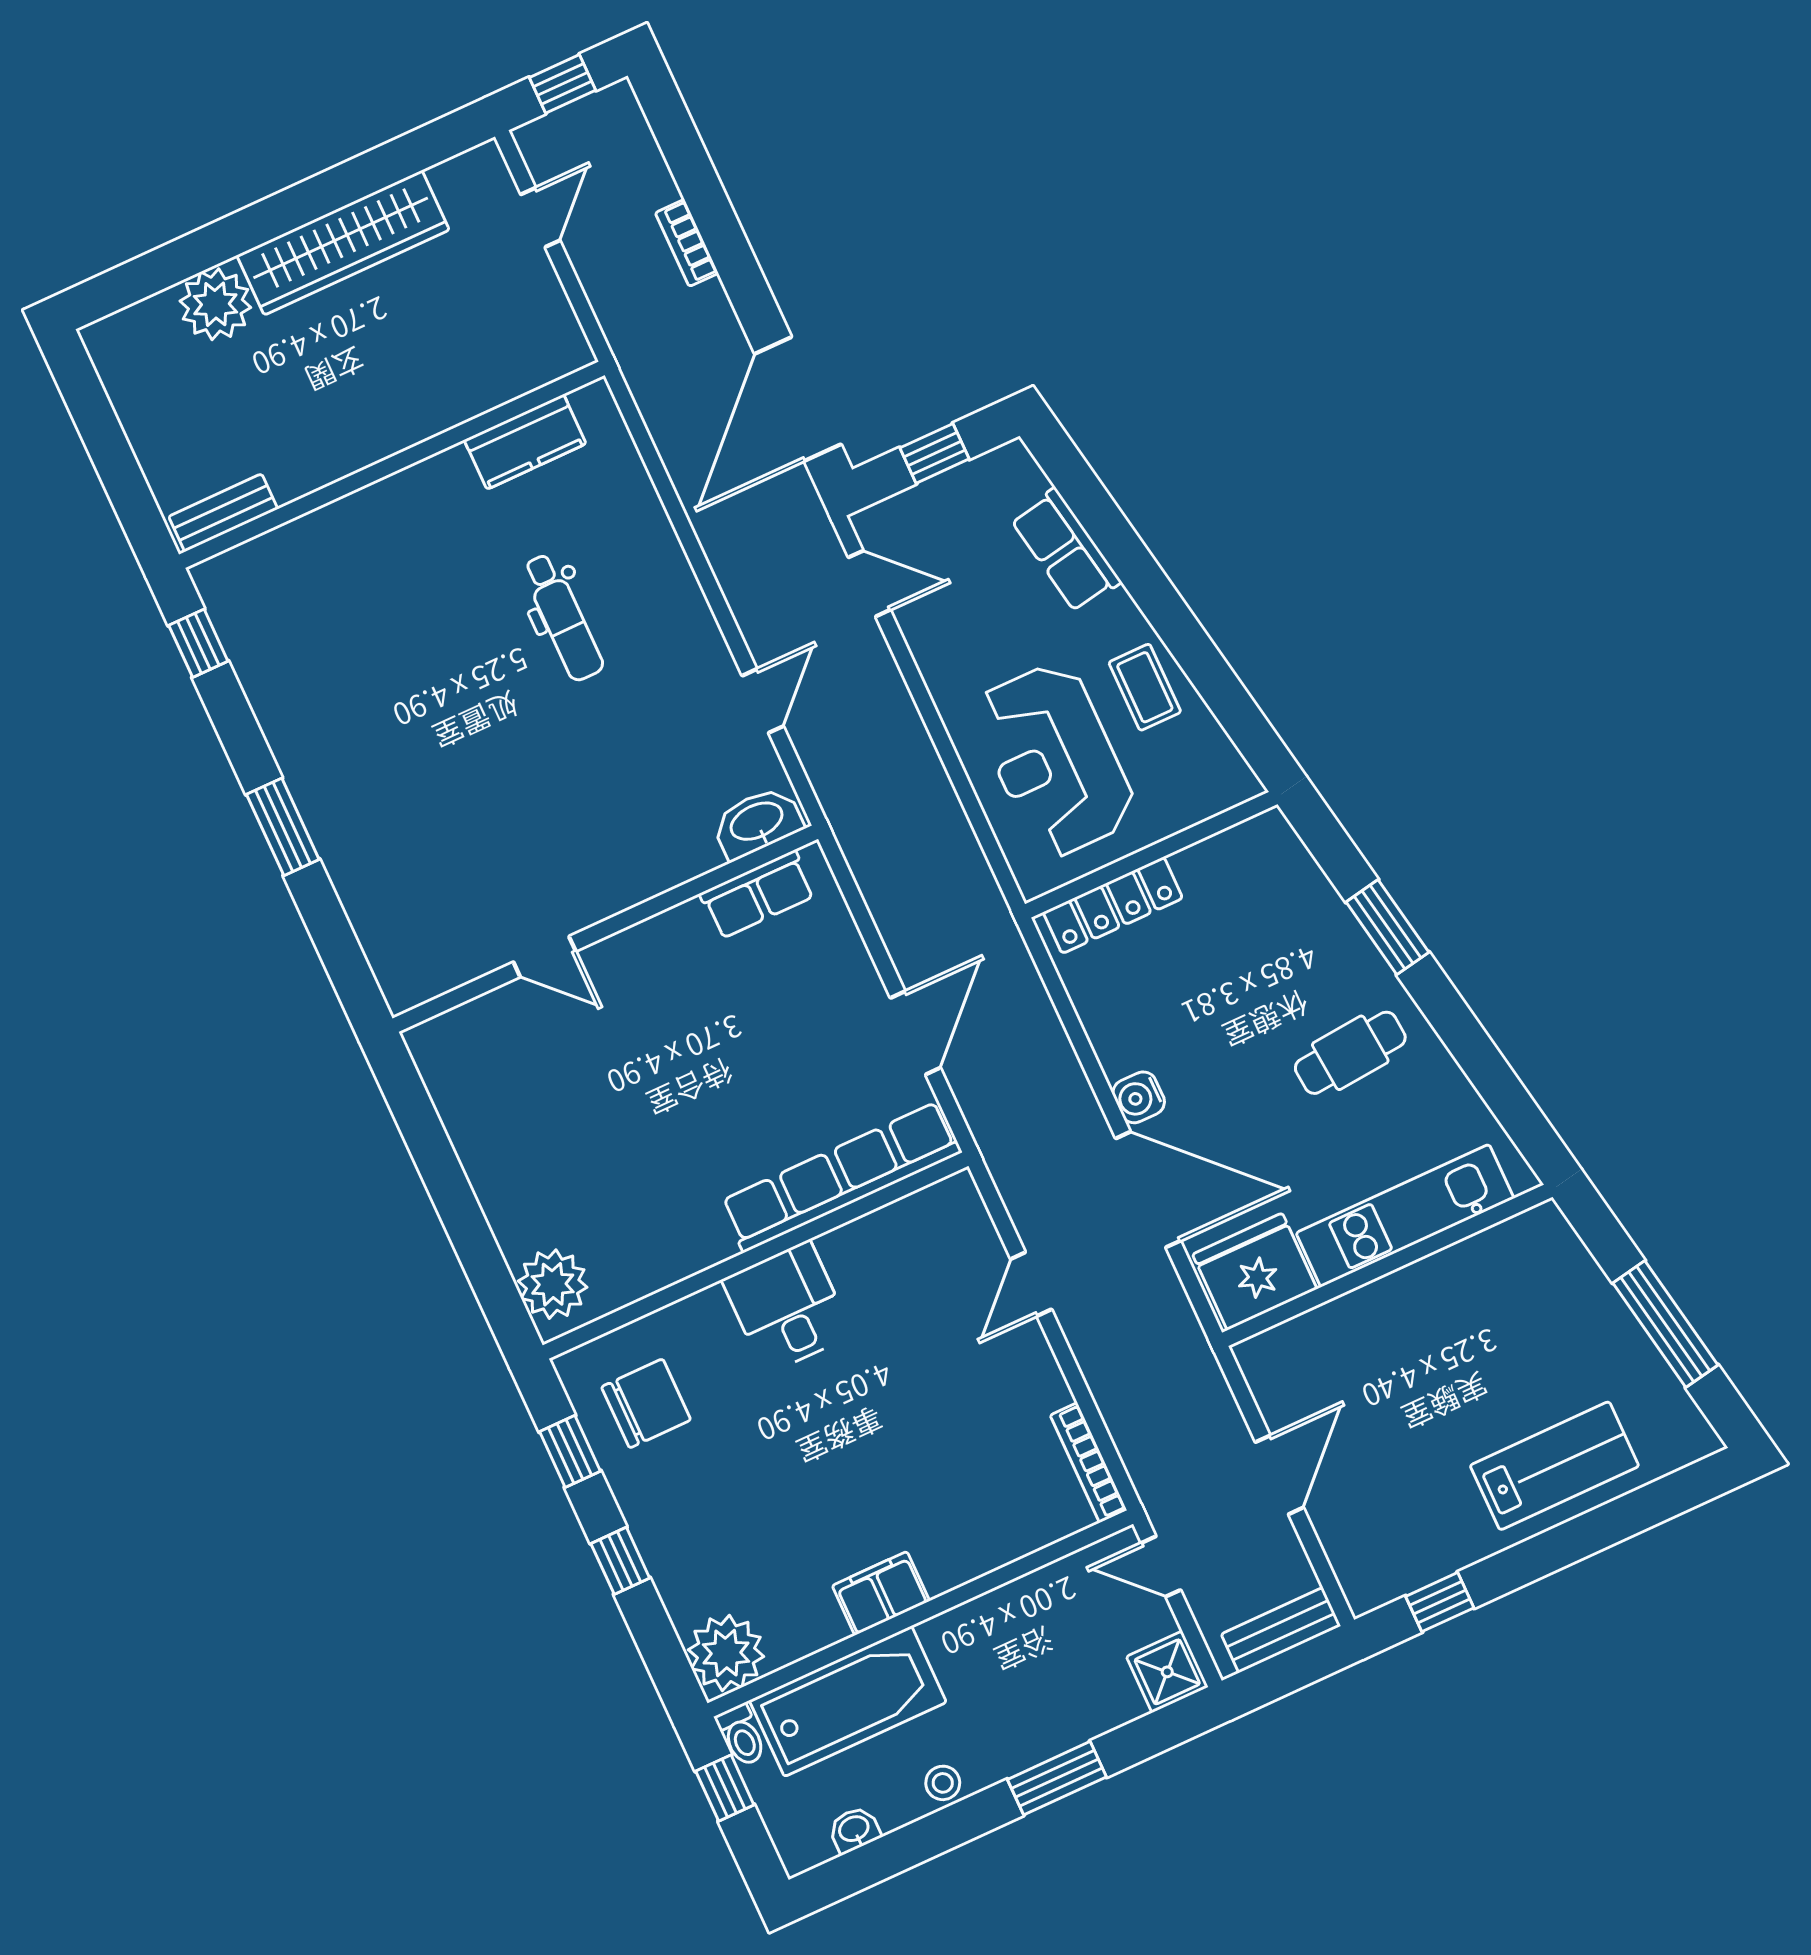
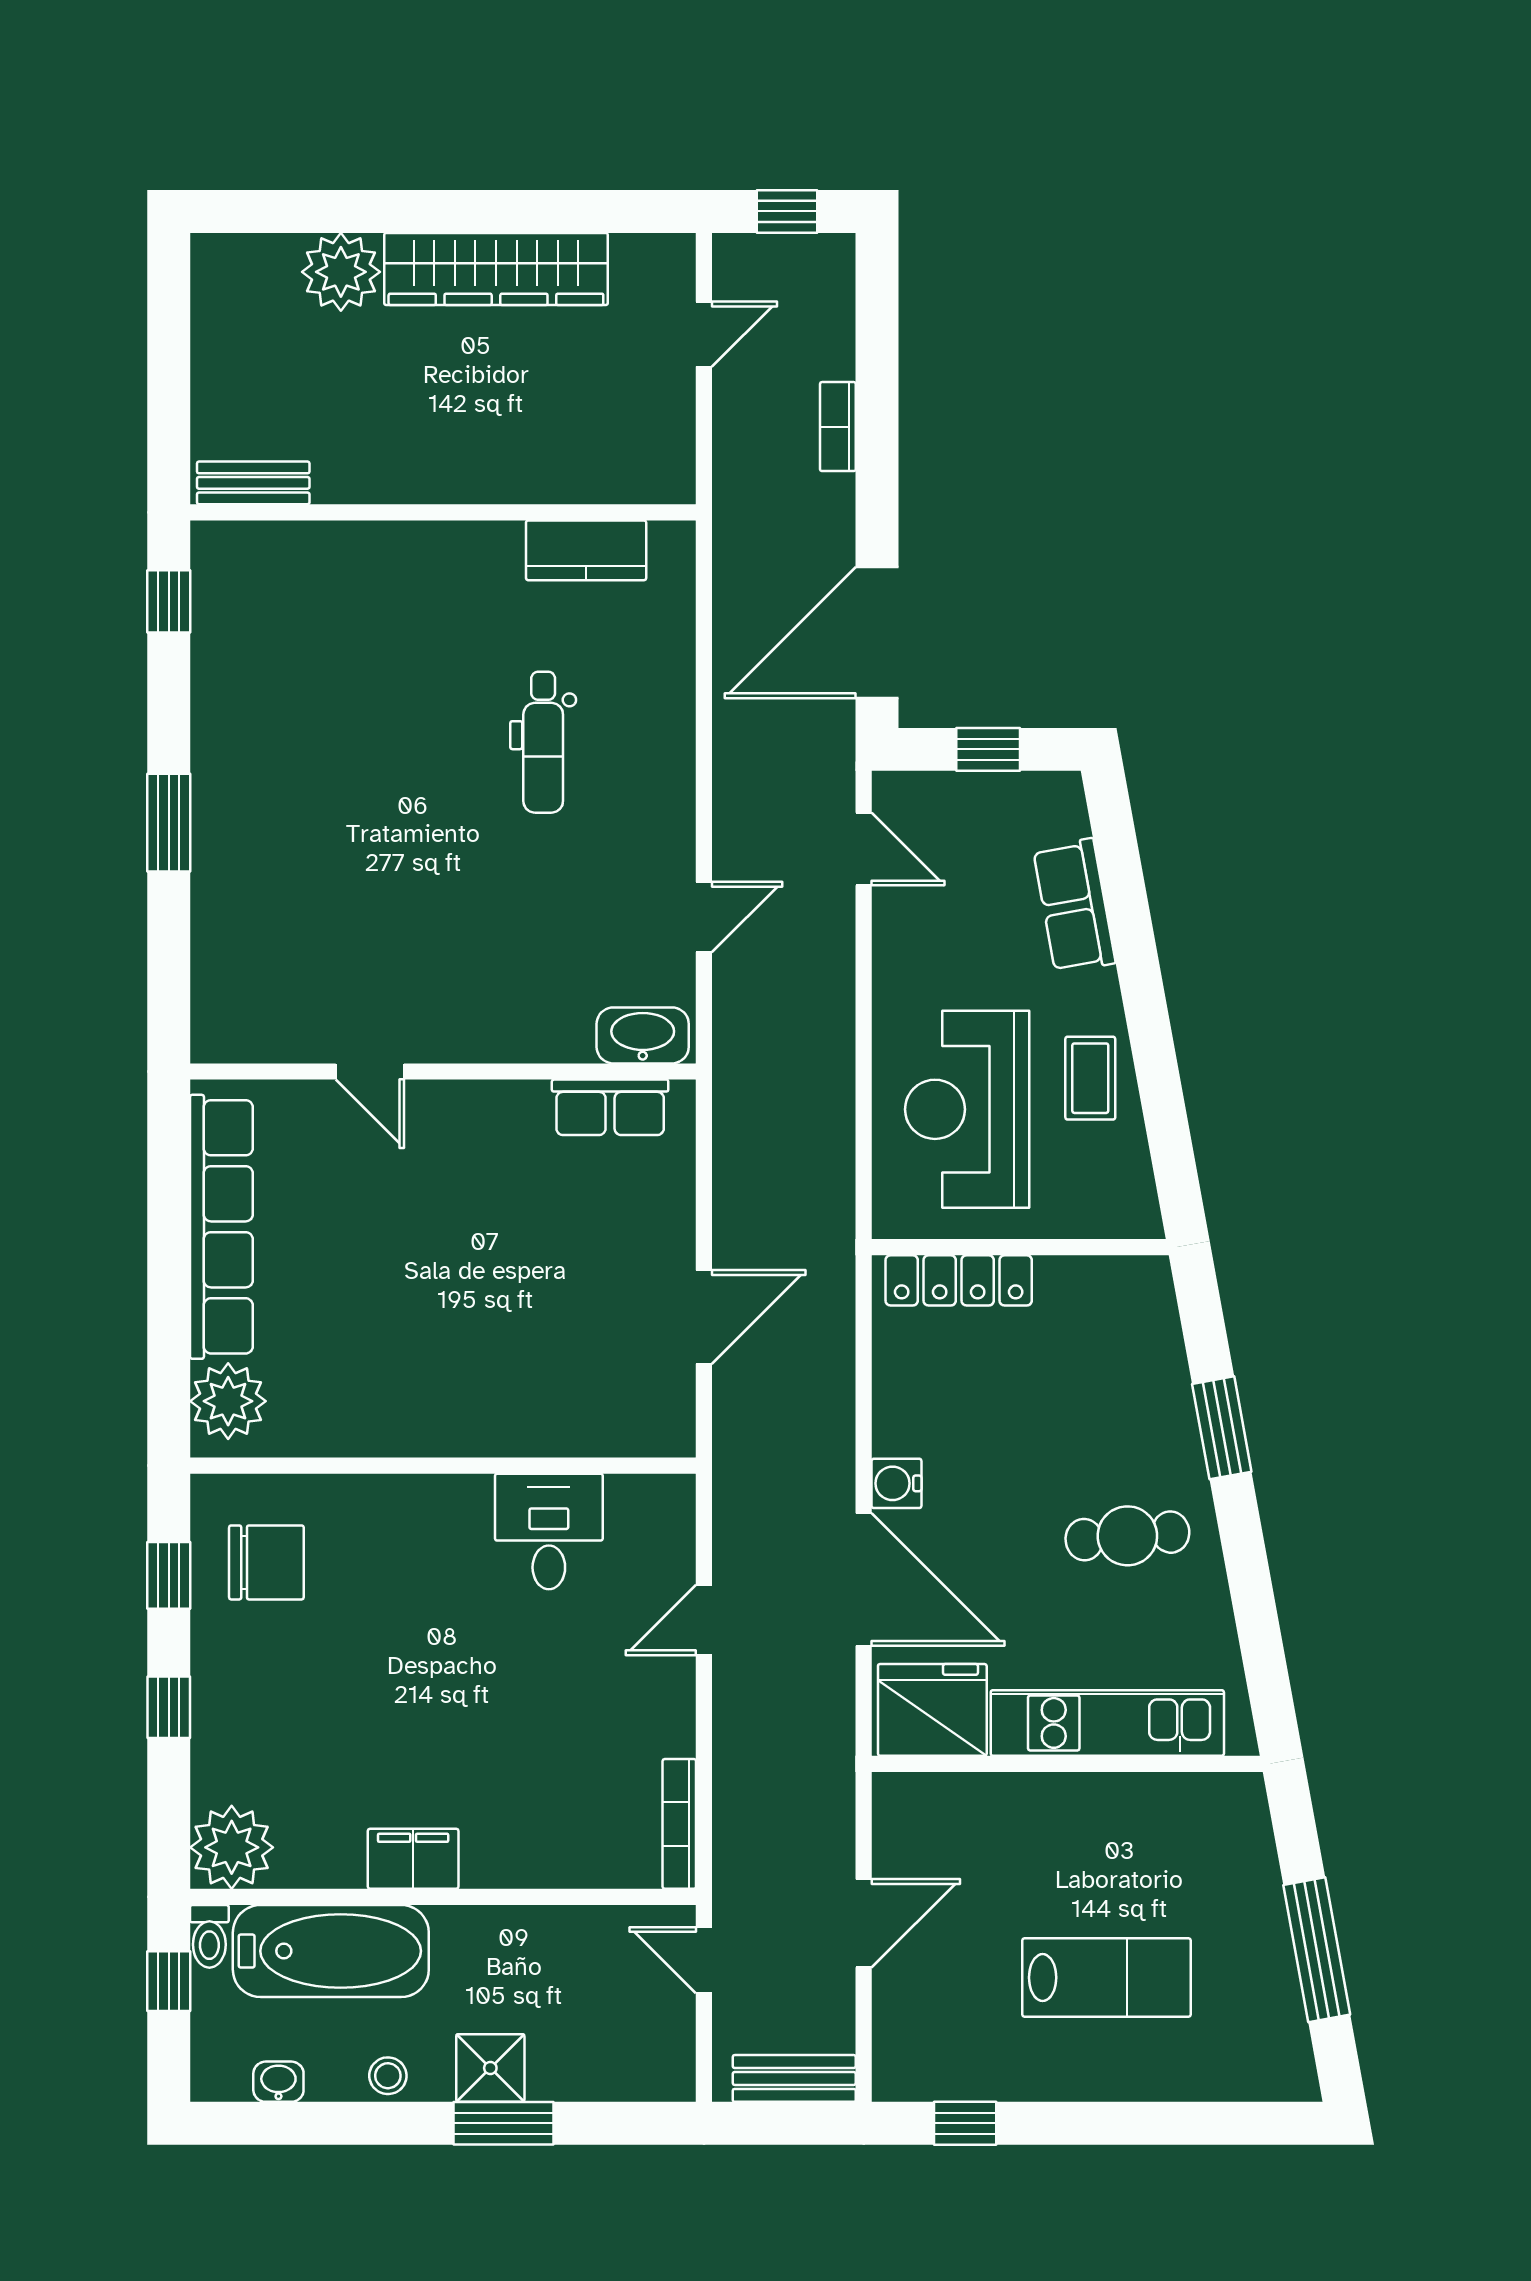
row of seats: (841, 1177) -> (221, 1227), moved, turned 90
desk: (787, 1307) -> (549, 1531), moved
lab bench: (1554, 1466) -> (1107, 1978), moved
shower: (1167, 1672) -> (490, 2068), moved

